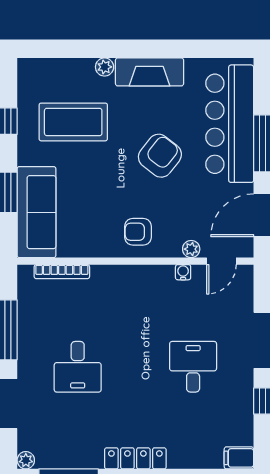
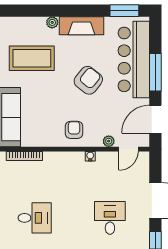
window: (215, 49) -> (124, 11), added
armchair: (138, 232) -> (74, 130), turned 90
water cooler: (183, 272) -> (90, 156), moved
desk: (78, 367) -> (35, 218), turned -90

